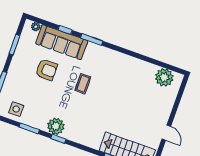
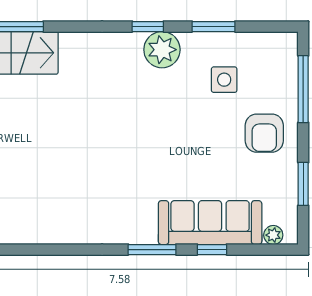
armchair: (46, 70) -> (264, 133), moved, turned -90
coffee table: (83, 84) -> (138, 154), removed
side table: (16, 109) -> (224, 80), moved

